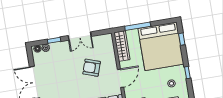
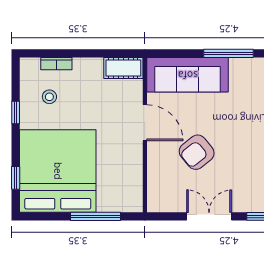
wardrobe: (122, 46) -> (132, 184), removed
armchair: (92, 68) -> (197, 152), turned 122
door: (121, 78) -> (145, 123), swing flipped

